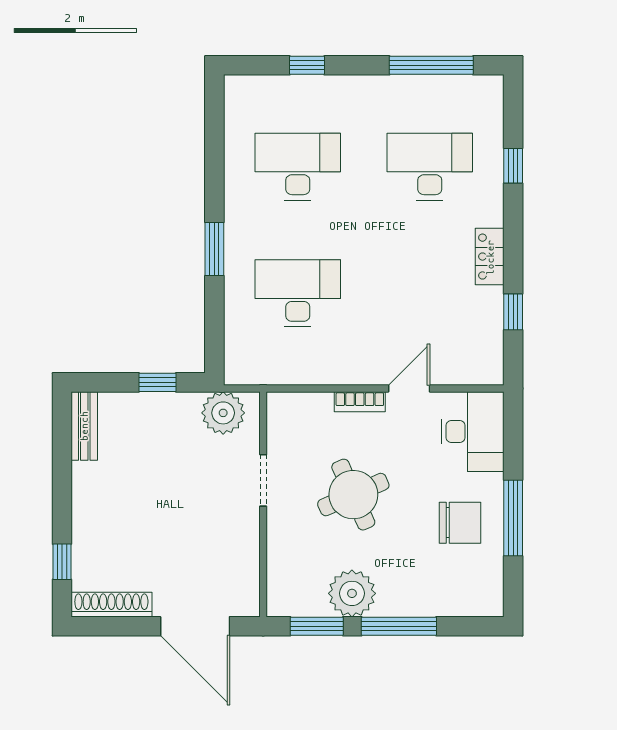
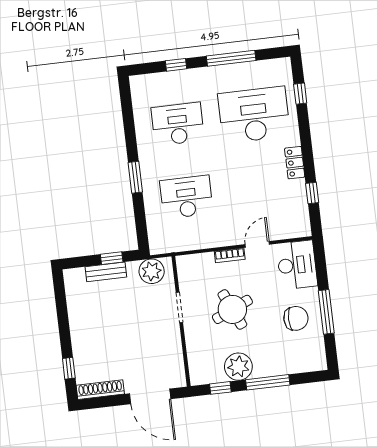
window: (431, 65) -> (231, 58), moved
window: (513, 166) -> (300, 94), moved
desk: (430, 167) -> (254, 115), width x1.36, depth x1.30
bench: (84, 426) -> (106, 272), moved, turned 90
window: (317, 626) -> (220, 388), width x0.67

